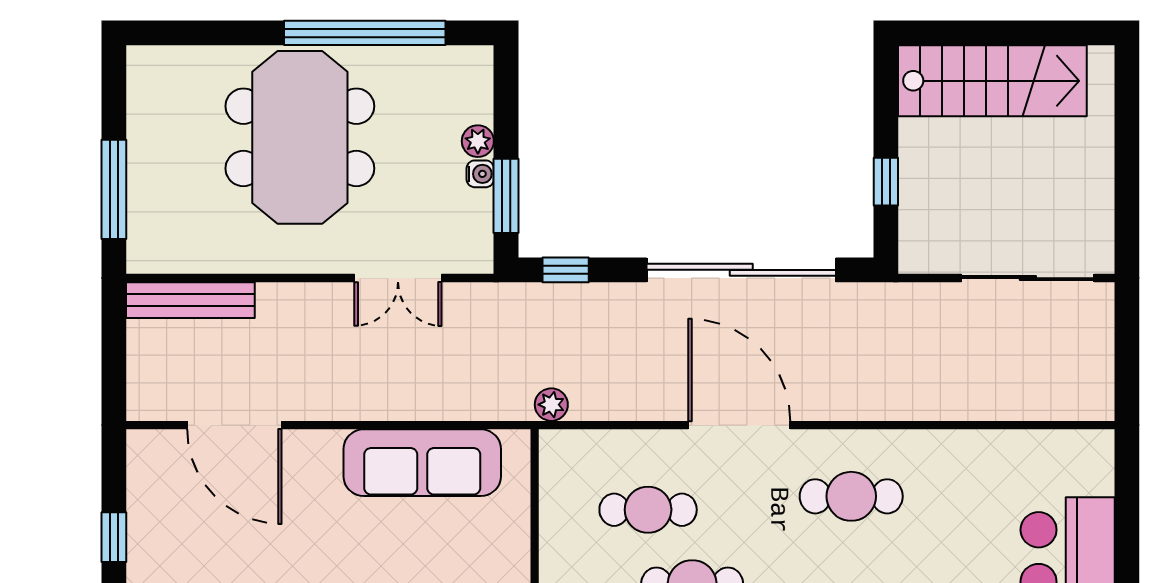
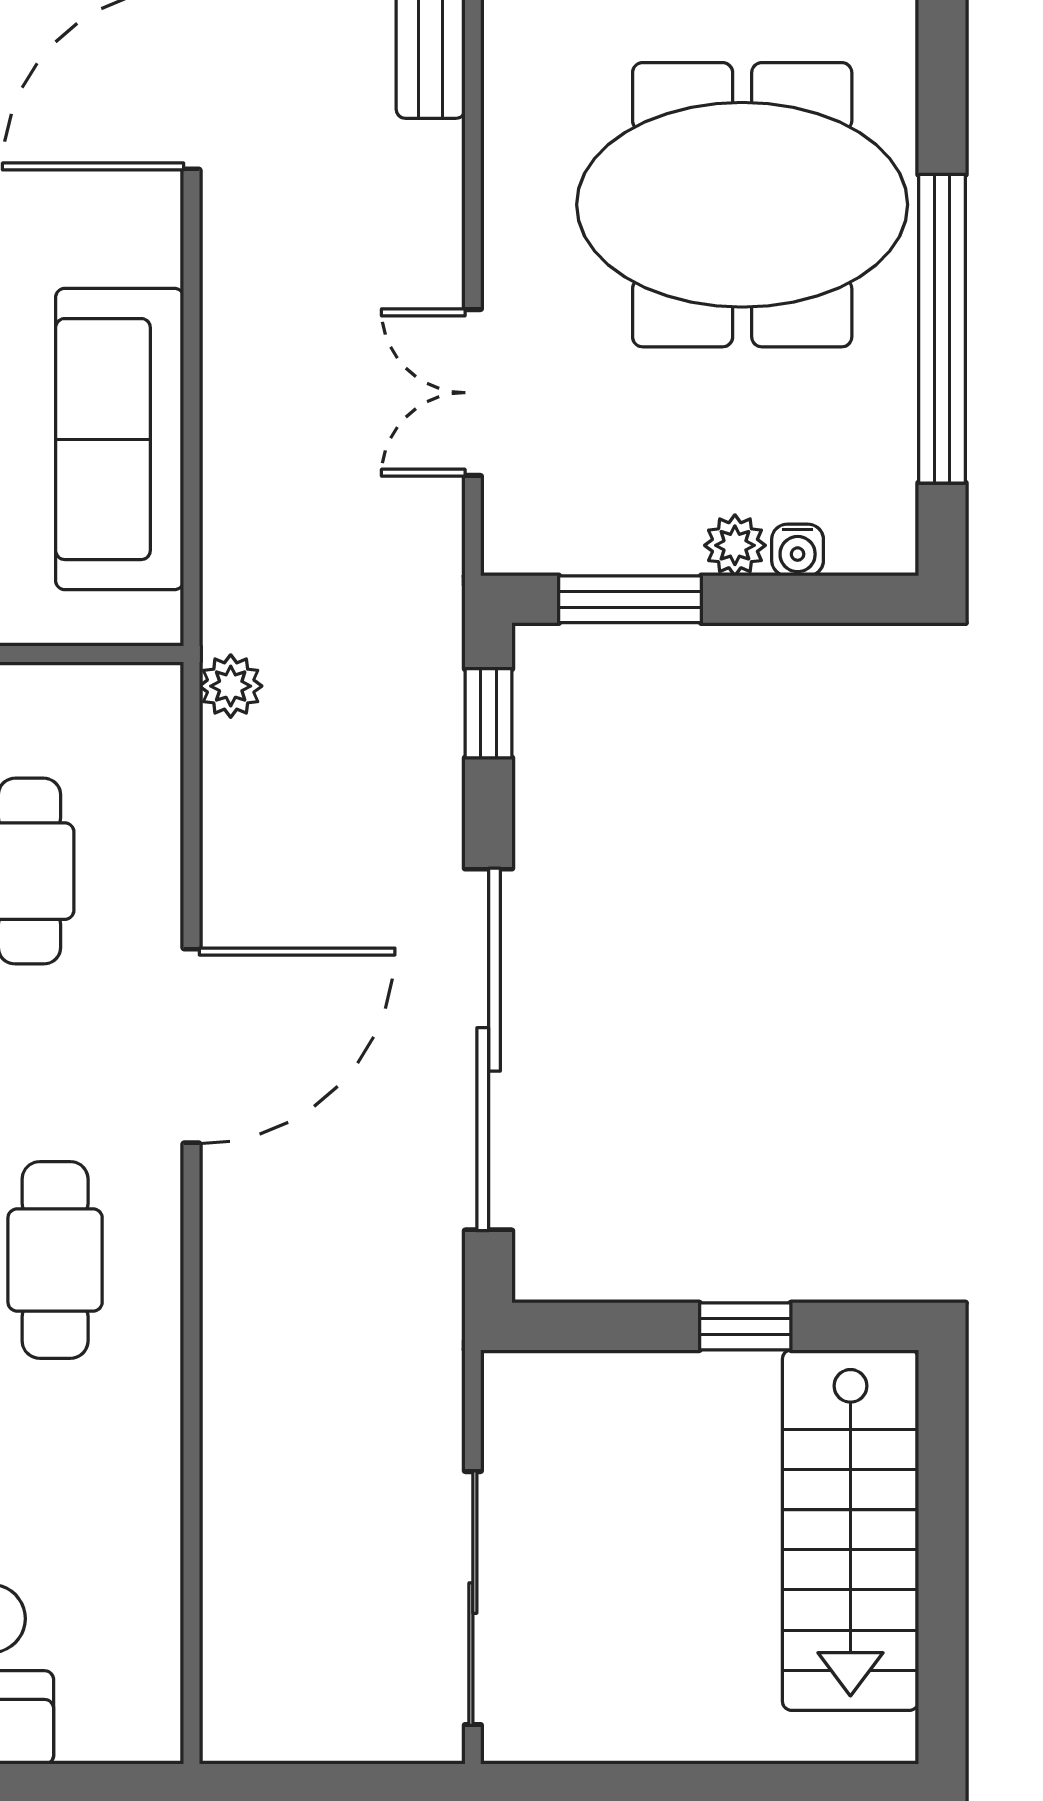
water cooler: (480, 174) -> (798, 550), moved
window: (886, 182) -> (745, 1326), moved

